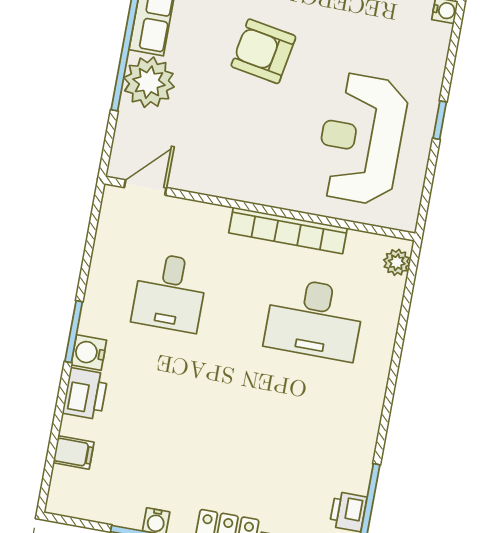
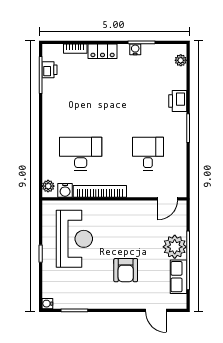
armchair: (263, 51) -> (126, 270), turned 80
water cooler: (89, 353) -> (65, 190), moved, turned 90
filing cabinet: (74, 452) -> (178, 74), removed
plant: (63, 480) -> (181, 60), added

